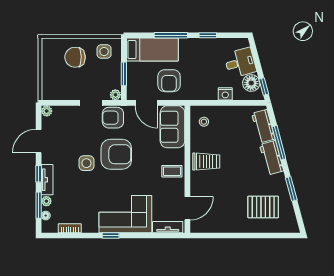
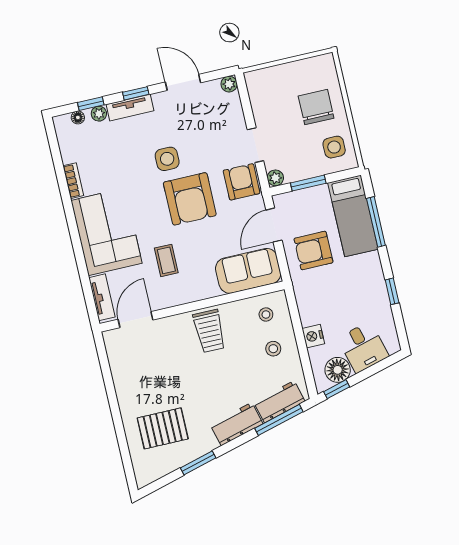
window: (171, 35) -> (376, 222), moved
stool: (227, 122) -> (273, 349), added
window: (279, 143) -> (279, 420), moved
coffee table: (172, 171) -> (166, 260), moved
window: (39, 205) -> (91, 104), width x0.67
pallet: (263, 207) -> (163, 428), turned 90
door: (187, 208) -> (136, 320), swing flipped
bookcase: (70, 228) -> (73, 181), moved
window: (111, 236) -> (71, 218), removed

